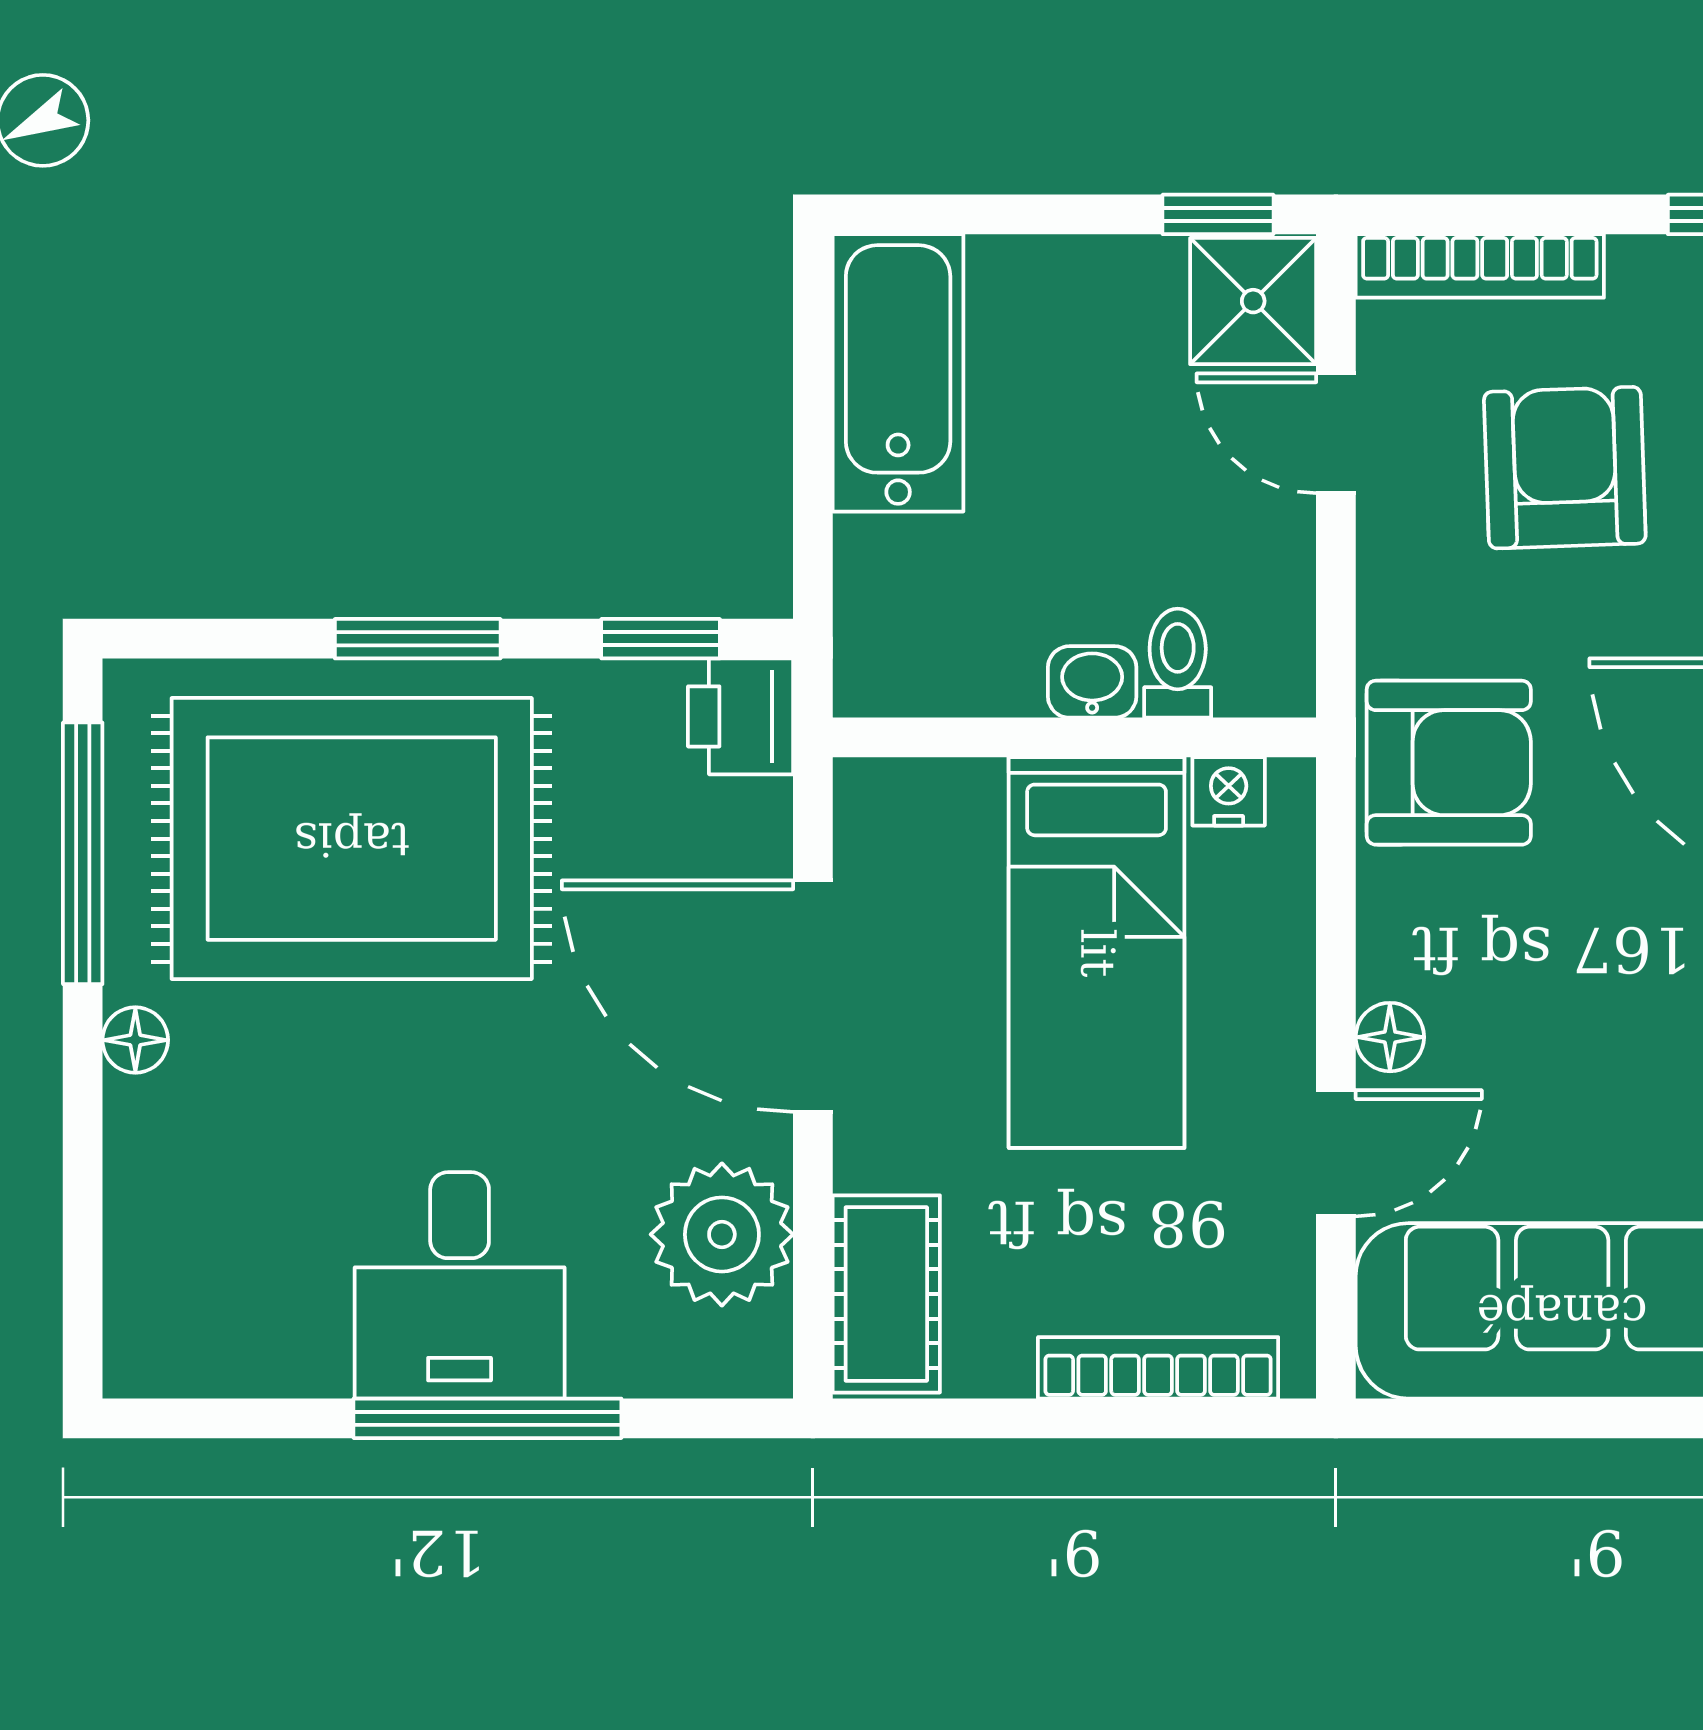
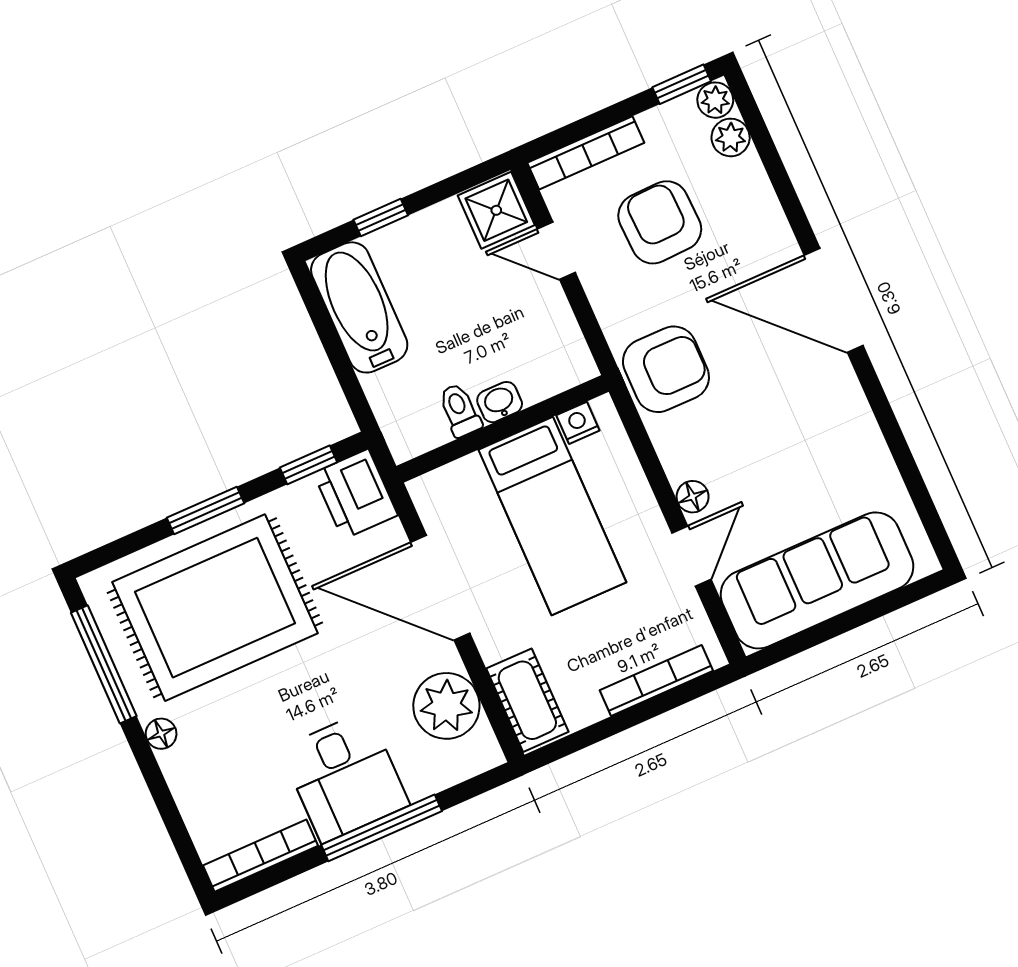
window: (1218, 214) -> (381, 218), moved
toilet: (1178, 663) -> (460, 410), moved
printer: (741, 716) -> (356, 494), width x1.36, depth x1.24
bookcase: (225, 1367) -> (260, 856), added

